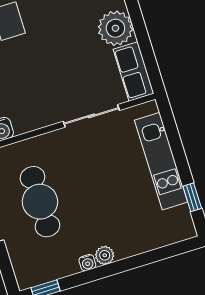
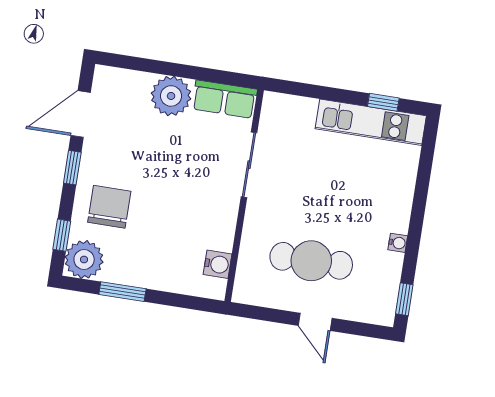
kitchen unit: (161, 161) -> (371, 122), moved
plant: (105, 255) -> (399, 221), removed

